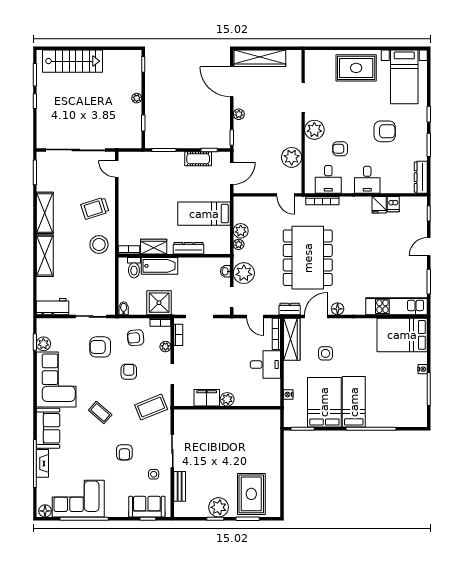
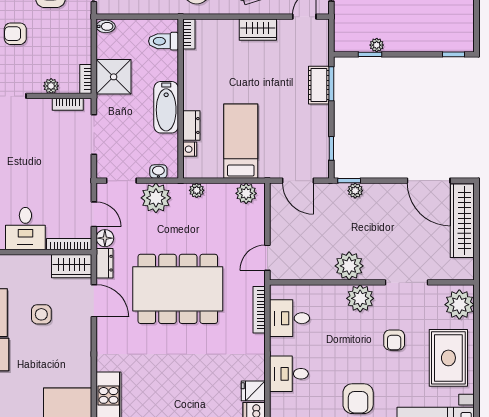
plant: (319, 60) -> (459, 305), added
door: (232, 82) -> (429, 181), swing flipped
plant: (137, 98) -> (377, 45), moved
plant: (239, 114) -> (355, 191), moved
armchair: (340, 149) -> (394, 340), moved, turned 180
plant: (292, 157) -> (349, 266), moved
cot: (198, 159) -> (319, 85), moved
plant: (241, 231) -> (246, 193), moved
wardrobe: (154, 247) -> (258, 30), moved, turned 90
dresser: (189, 248) -> (191, 126), width x0.70
nightstand: (210, 249) -> (190, 149), added
bathtub: (160, 266) -> (166, 107), moved
floor lamp: (338, 309) -> (105, 238), moved
door: (255, 316) -> (94, 214), swing flipped
armchair: (136, 338) -> (64, 43), removed
wardrobe: (292, 339) -> (72, 266), width x0.67
armchair: (129, 372) -> (15, 34), turned 180

